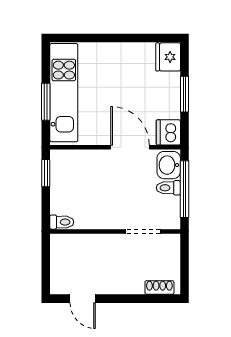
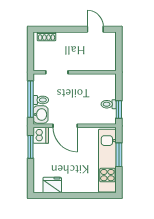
fridge: (168, 57) -> (52, 185), moved, turned -90
window: (184, 94) -> (30, 147), moved
toilet: (62, 222) -> (109, 104), moved

